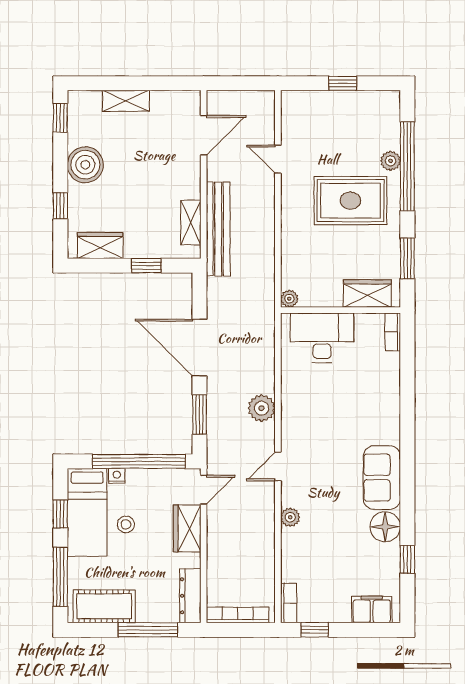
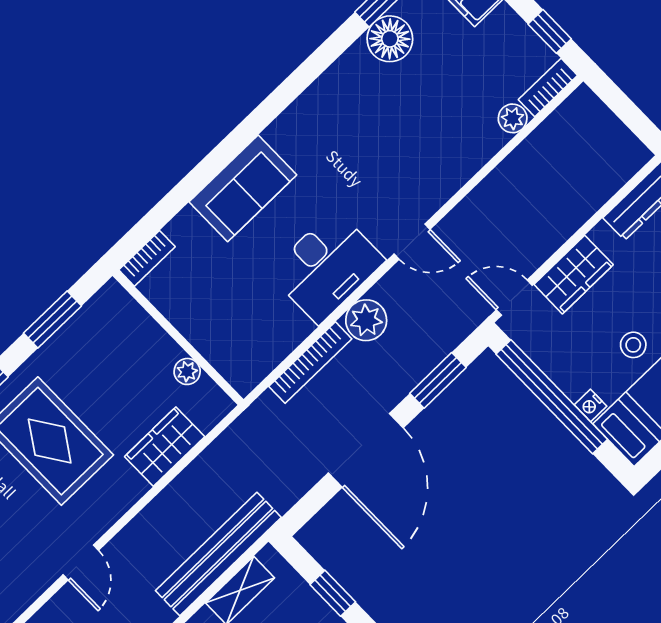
wardrobe: (367, 294) -> (165, 447), moved, turned 90
plant: (289, 299) -> (187, 371), moved
desk: (322, 338) -> (327, 266), moved, turned -90
sofa: (382, 478) -> (243, 188), moved
plant: (290, 517) -> (513, 118), moved
floor lamp: (385, 527) -> (390, 39), moved
bookcase: (238, 615) -> (310, 363), moved, turned -90

